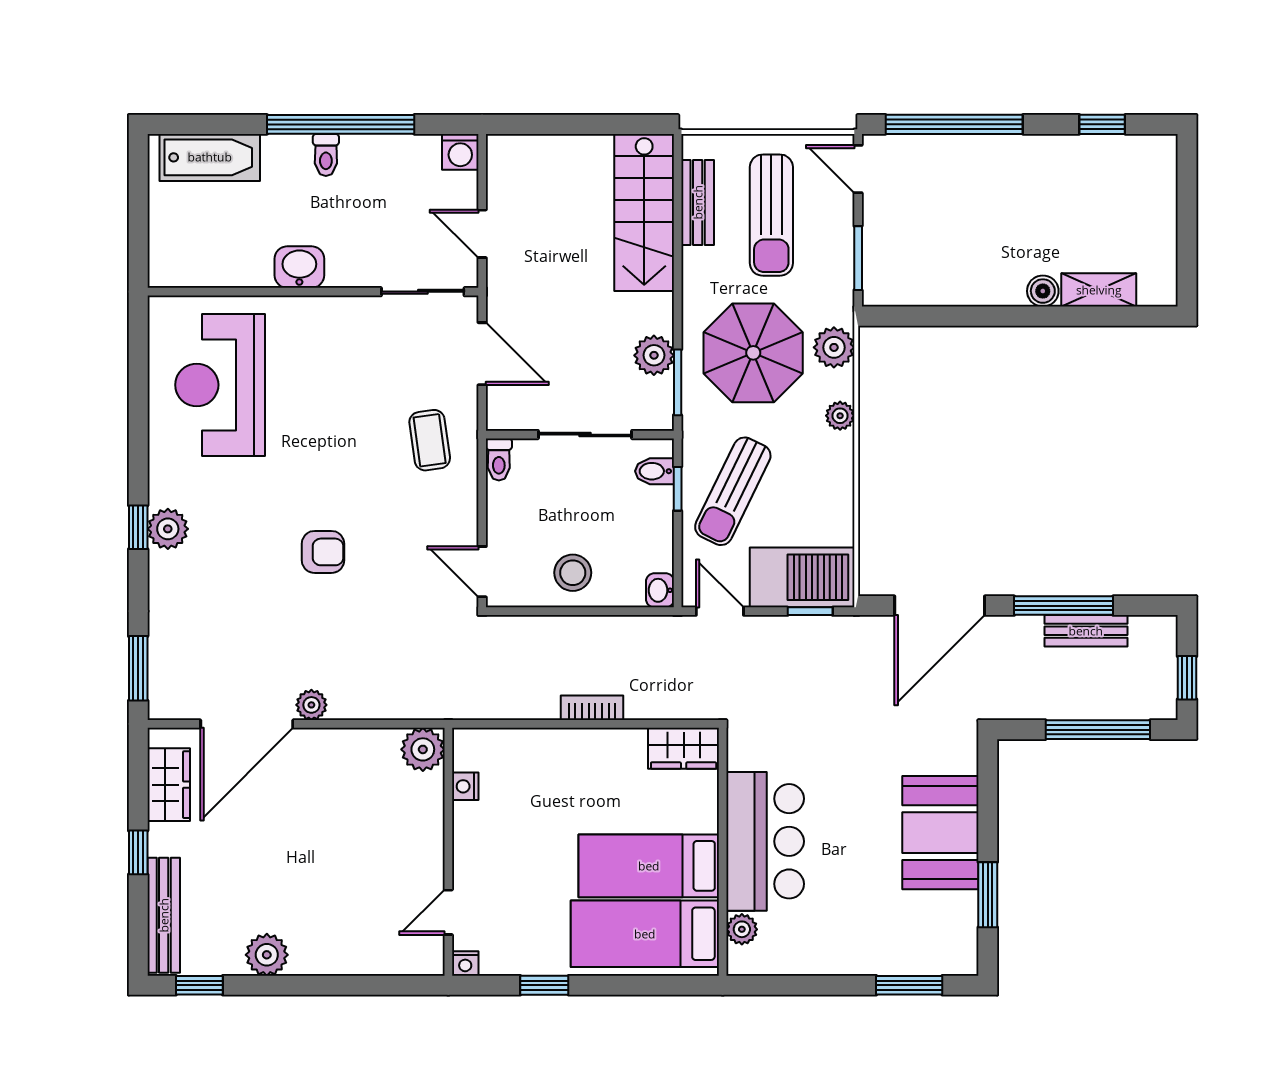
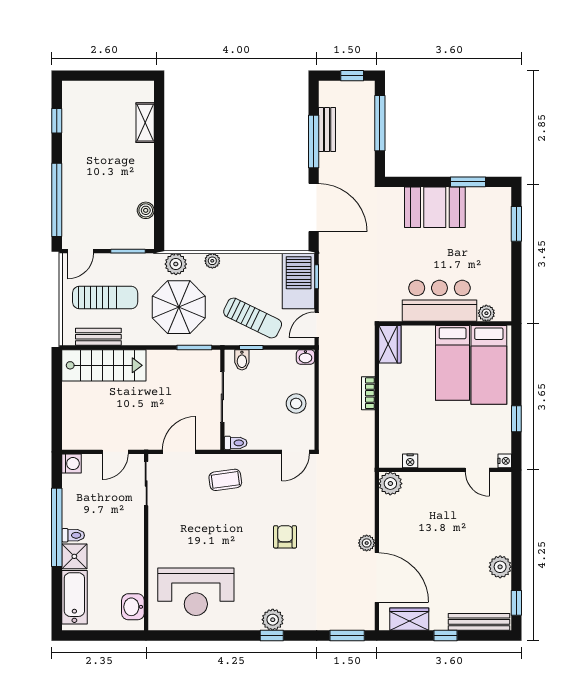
shower: (286, 157) -> (74, 556), added
washbasin: (299, 267) -> (133, 607), moved
boiler: (1043, 291) -> (146, 210), moved
plant: (654, 355) -> (180, 360), removed

